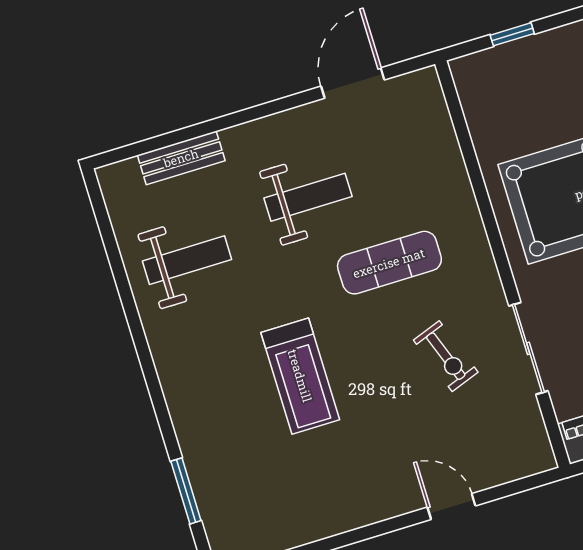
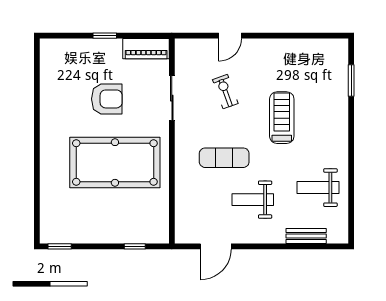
exercise bike: (446, 356) -> (225, 92), moved
door: (451, 507) -> (230, 36), hinge flipped

